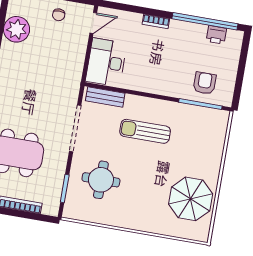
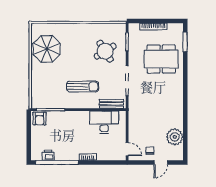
door: (93, 23) -> (127, 149), swing flipped
desk: (106, 62) -> (104, 122), moved, turned -90
armchair: (205, 83) -> (40, 119), moved
round table: (101, 180) -> (105, 51), turned -32

